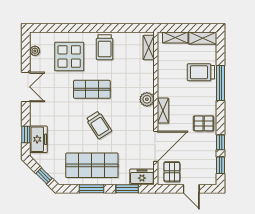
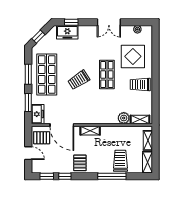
plant: (147, 99) -> (124, 118), moved
door: (191, 189) -> (28, 153), swing flipped

